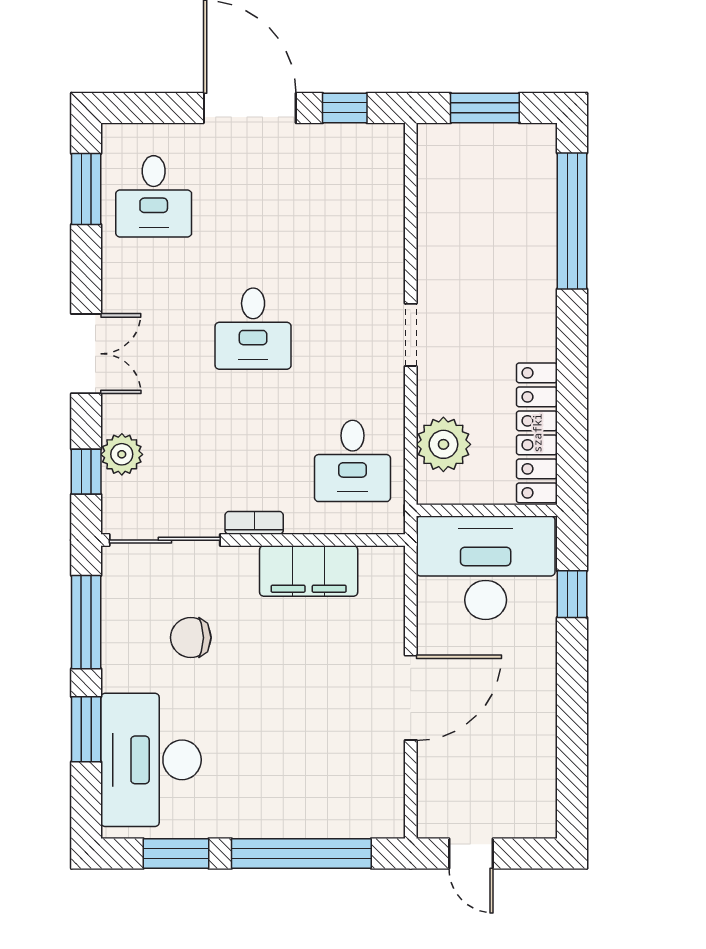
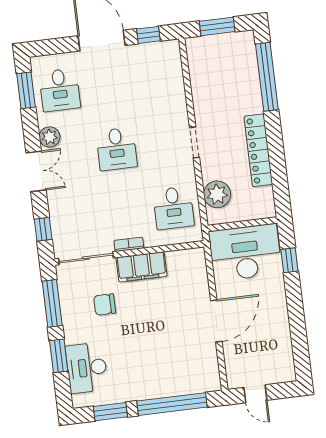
locker: (537, 433) -> (258, 150), moved
plant: (122, 454) -> (50, 137), moved
filing cabinet: (309, 571) -> (142, 267), moved
desk: (151, 760) -> (87, 368), width x0.73, depth x0.77

